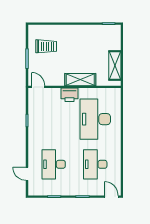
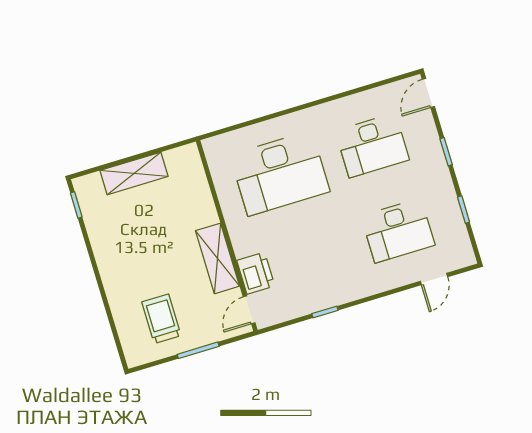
shelving: (115, 65) -> (134, 173), moved
shelving: (80, 80) -> (217, 258), moved
printer: (70, 95) -> (256, 273), moved

